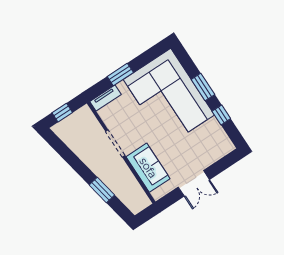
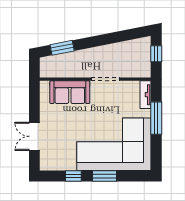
window: (120, 75) -> (156, 118), width x1.44
double door: (194, 183) -> (34, 136), moved
window: (102, 190) -> (62, 48), moved

